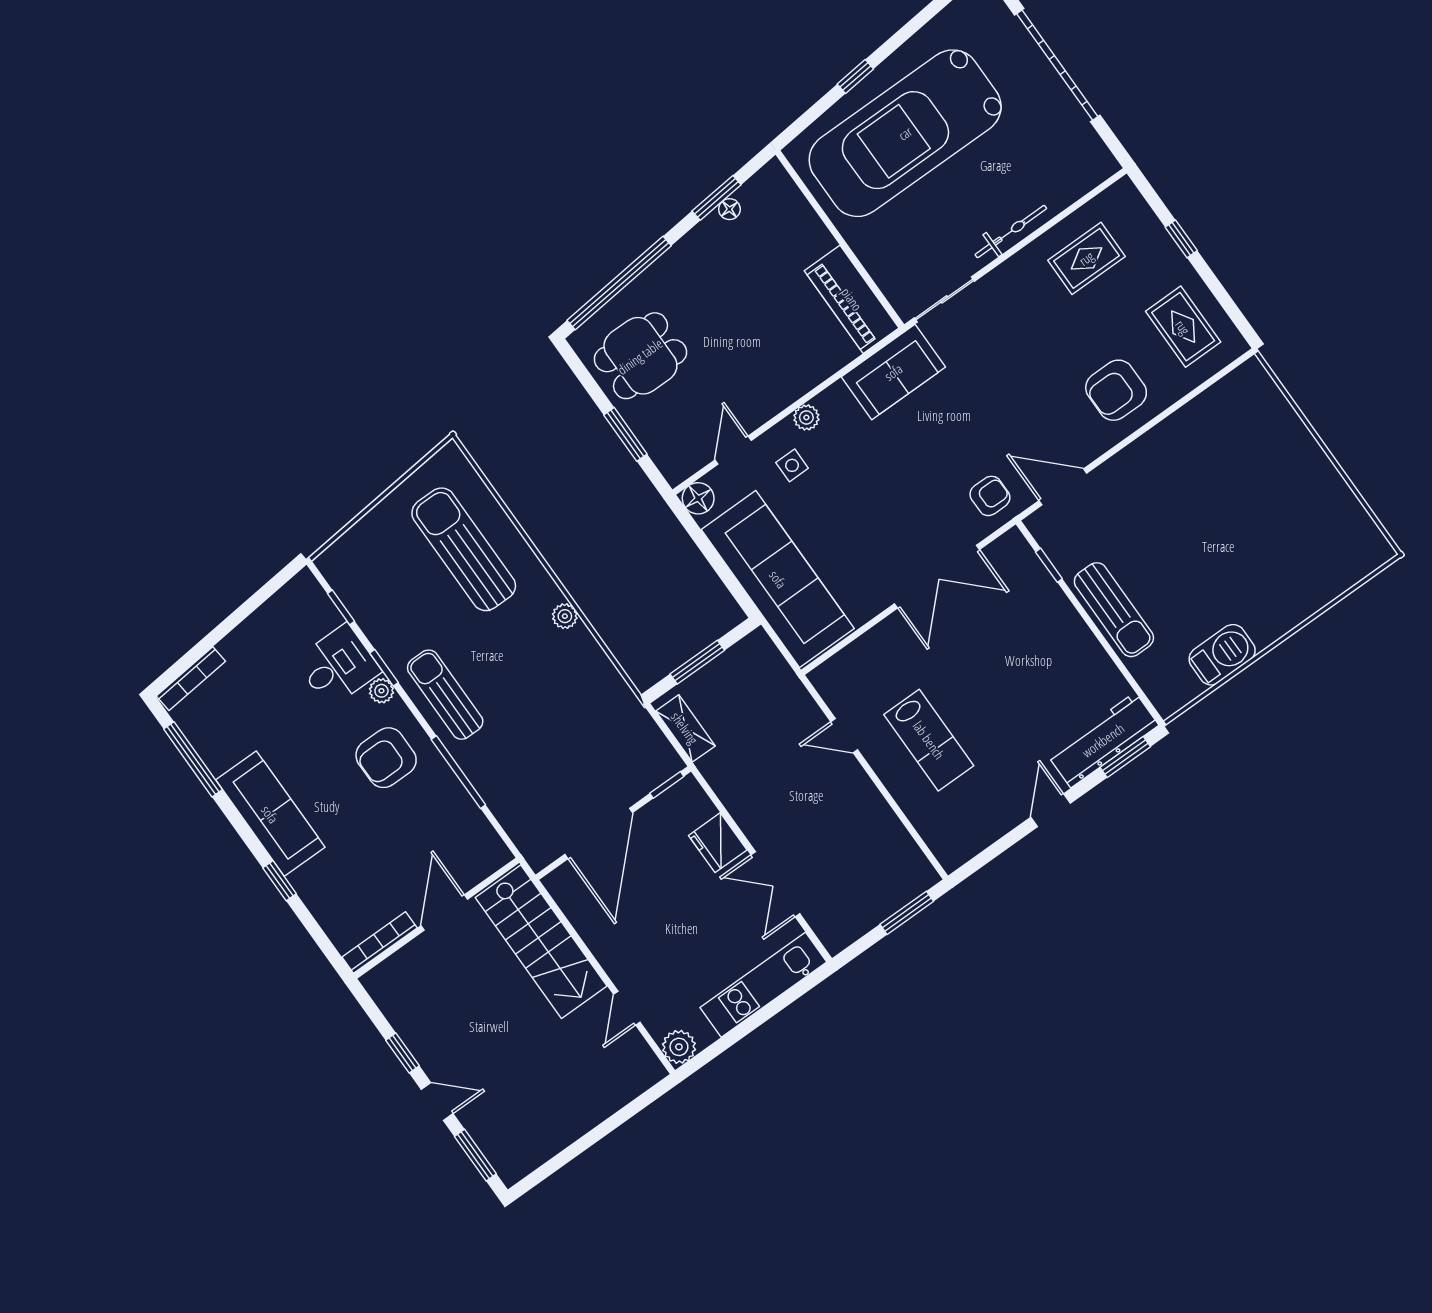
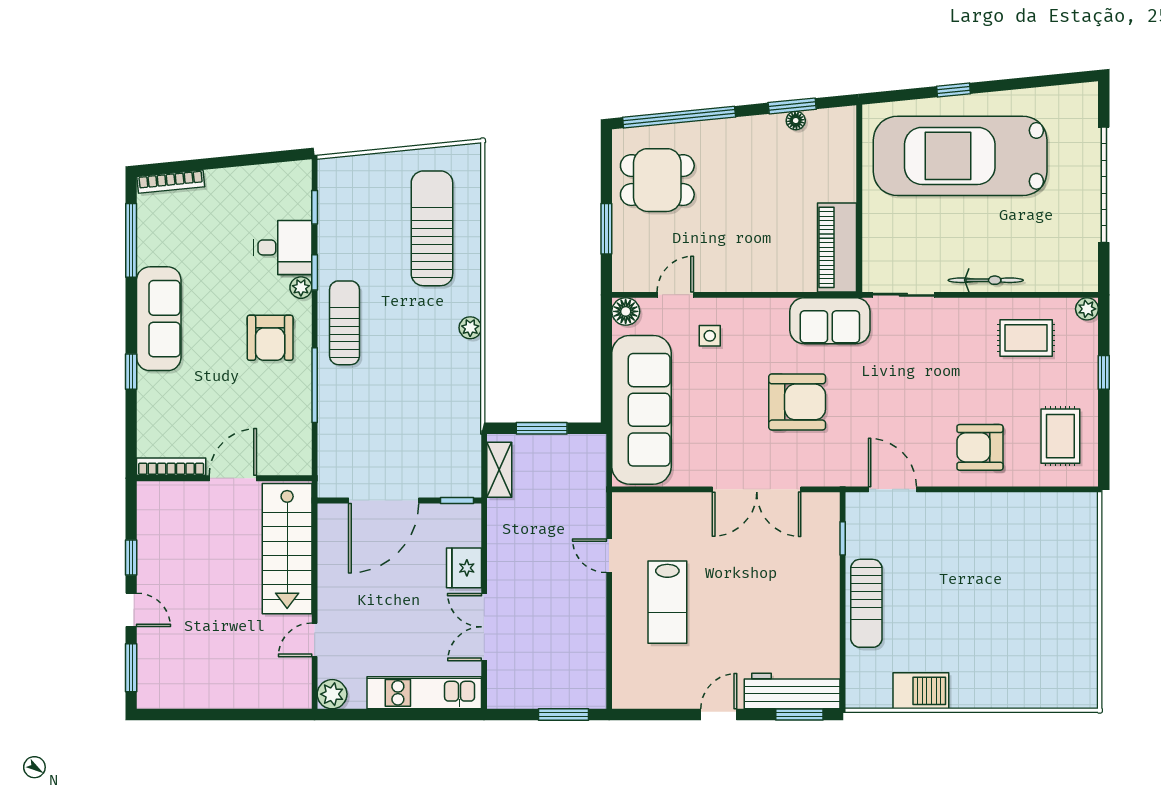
plant: (806, 417) -> (1087, 309), moved
armchair: (990, 496) -> (797, 402), moved, width x1.88, depth x1.88
armchair: (386, 758) -> (270, 338), turned -90

